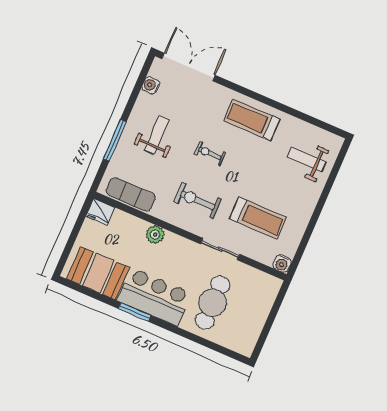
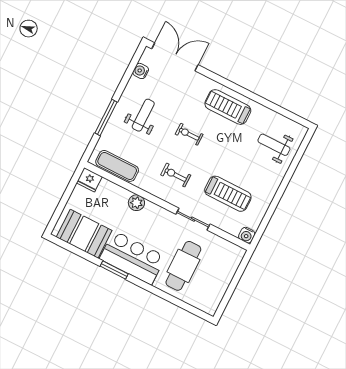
exercise bike: (198, 200) -> (176, 175), width x0.73, depth x0.72

